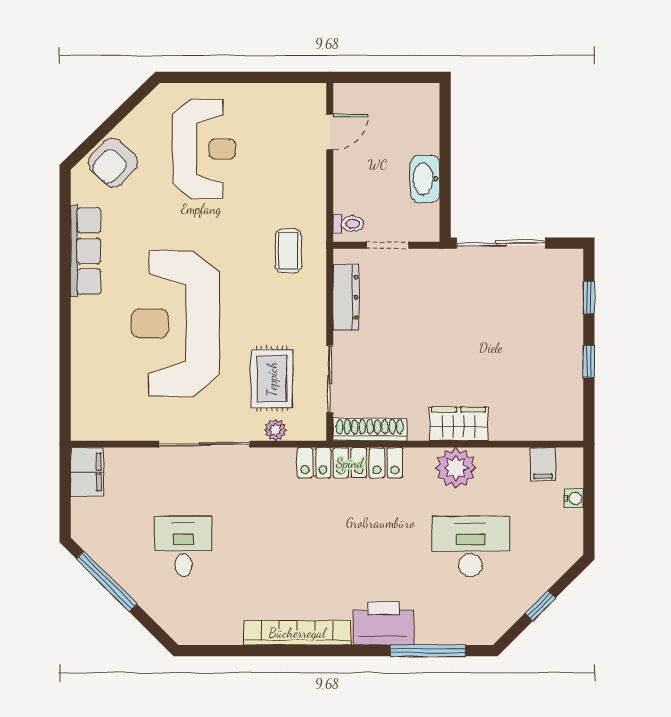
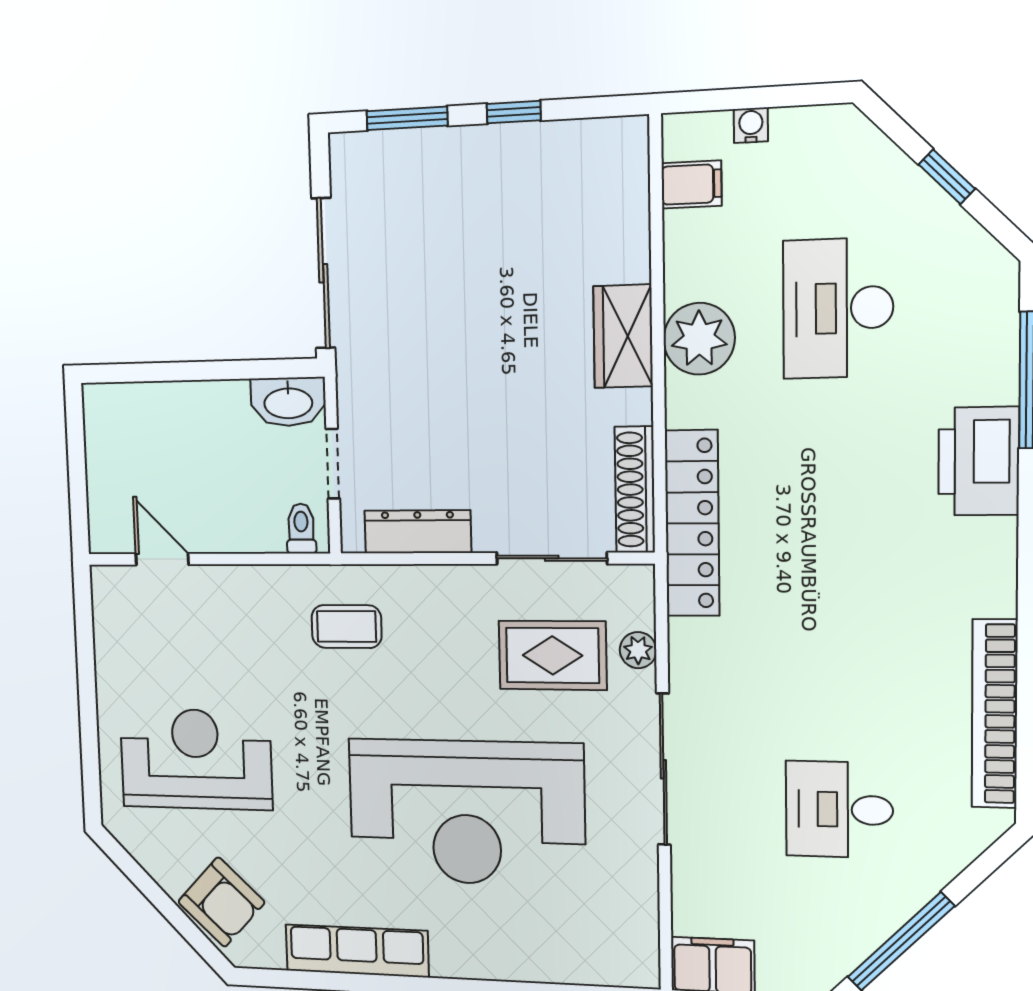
washbasin: (425, 179) -> (288, 402), moved
window: (589, 298) -> (407, 118), width x1.50
bookcase: (297, 633) -> (995, 714), moved

